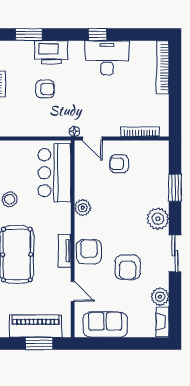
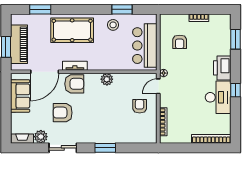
printer: (51, 52) -> (222, 68), moved
armchair: (45, 89) -> (180, 42), moved
bar counter: (54, 173) -> (145, 46), moved, turned -90
window: (175, 188) -> (105, 148), moved
plant: (158, 219) -> (99, 135), removed
sliding door: (175, 253) -> (63, 148), moved
door: (73, 291) -> (45, 72), width x1.87

